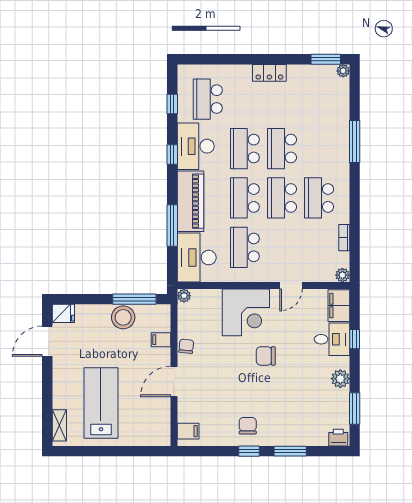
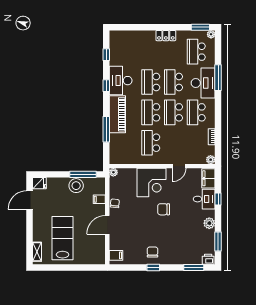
school desk: (208, 99) -> (196, 52), moved
desk: (197, 258) -> (203, 83), moved, turned 180
window: (290, 451) -> (194, 268), moved

